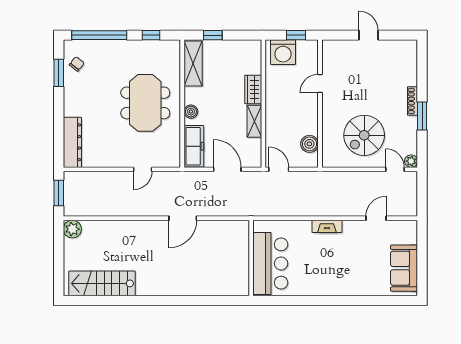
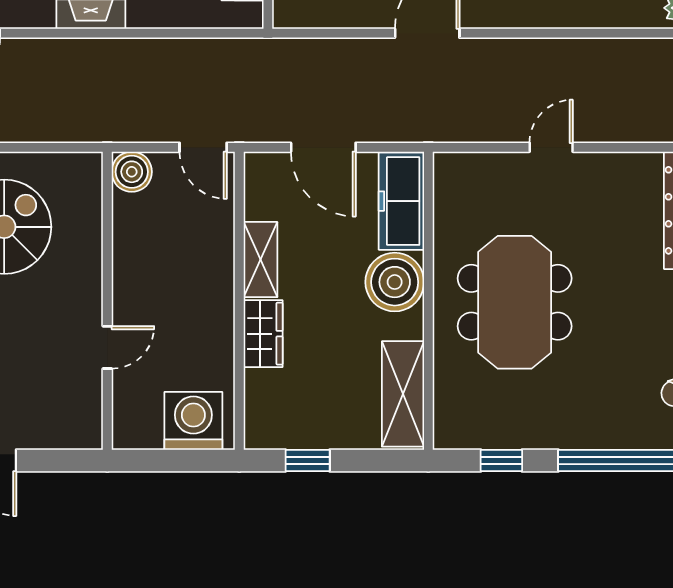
window: (213, 35) -> (308, 460), moved
window: (296, 35) -> (163, 460), removed
boiler: (191, 112) -> (395, 282), width x1.86, depth x1.86
boiler: (309, 144) -> (132, 172), moved
door: (143, 169) -> (551, 147), moved

